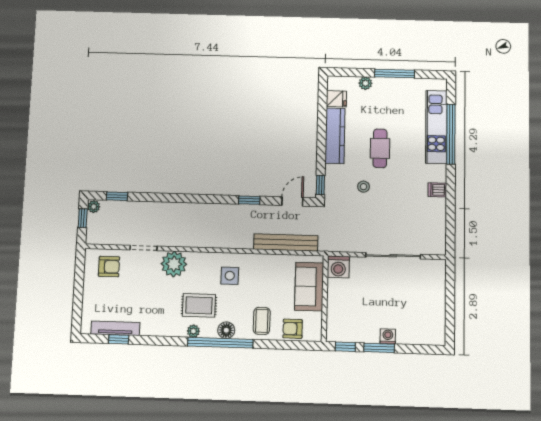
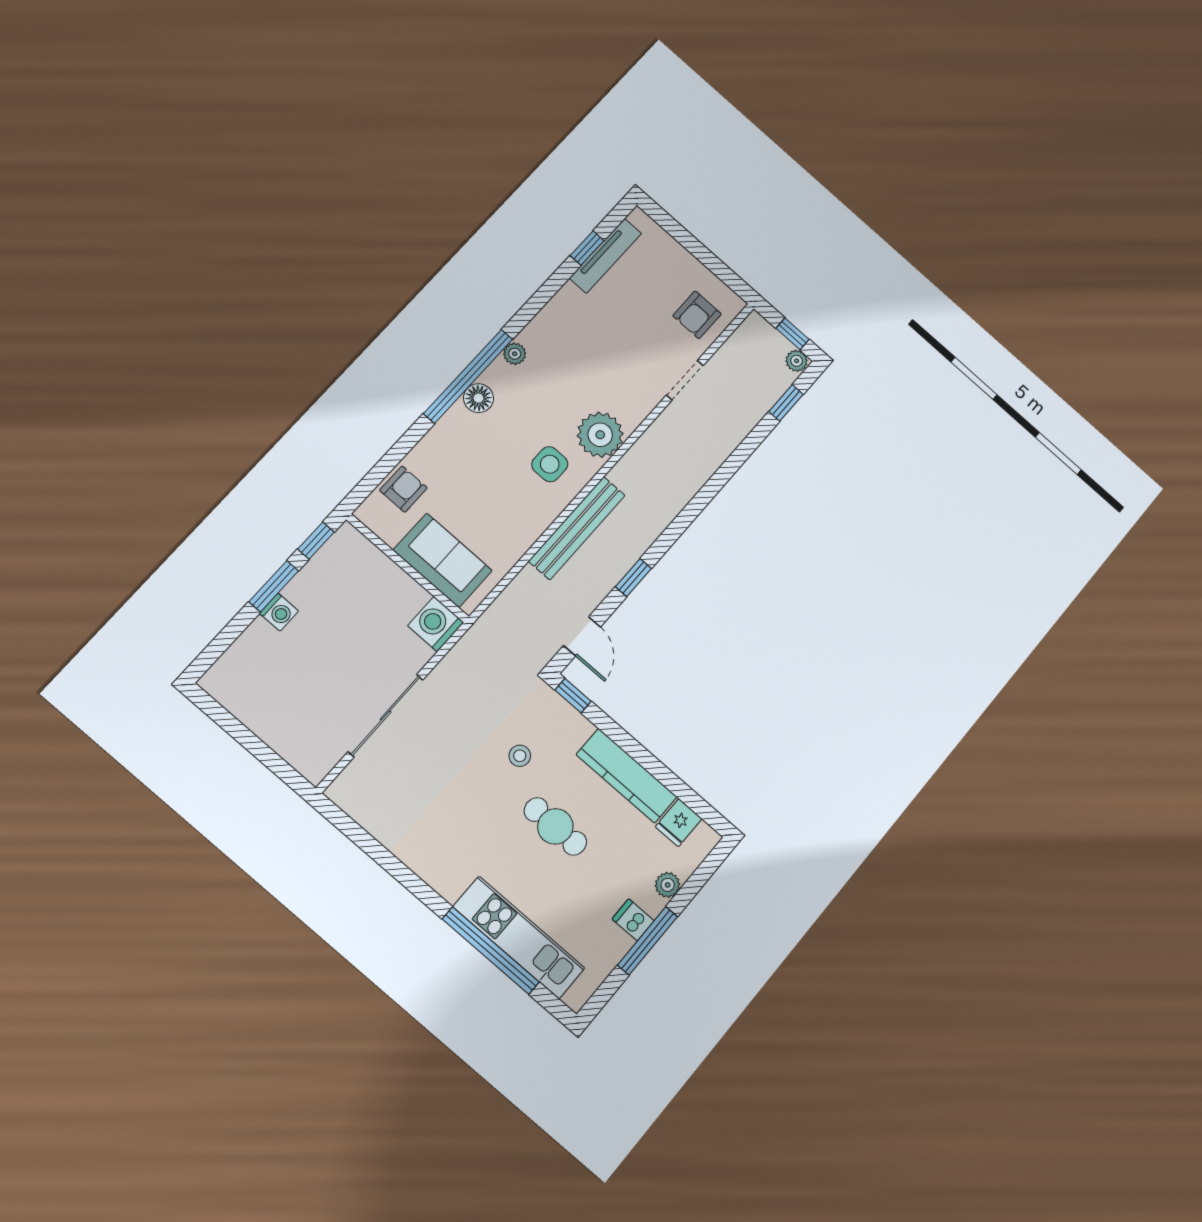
dishwasher: (437, 190) -> (633, 920), moved, turned -90
bench: (286, 243) -> (577, 528), moved
plant: (174, 264) -> (600, 435), moved
rug: (199, 305) -> (544, 390), removed
coffee table: (262, 321) -> (450, 456), removed

